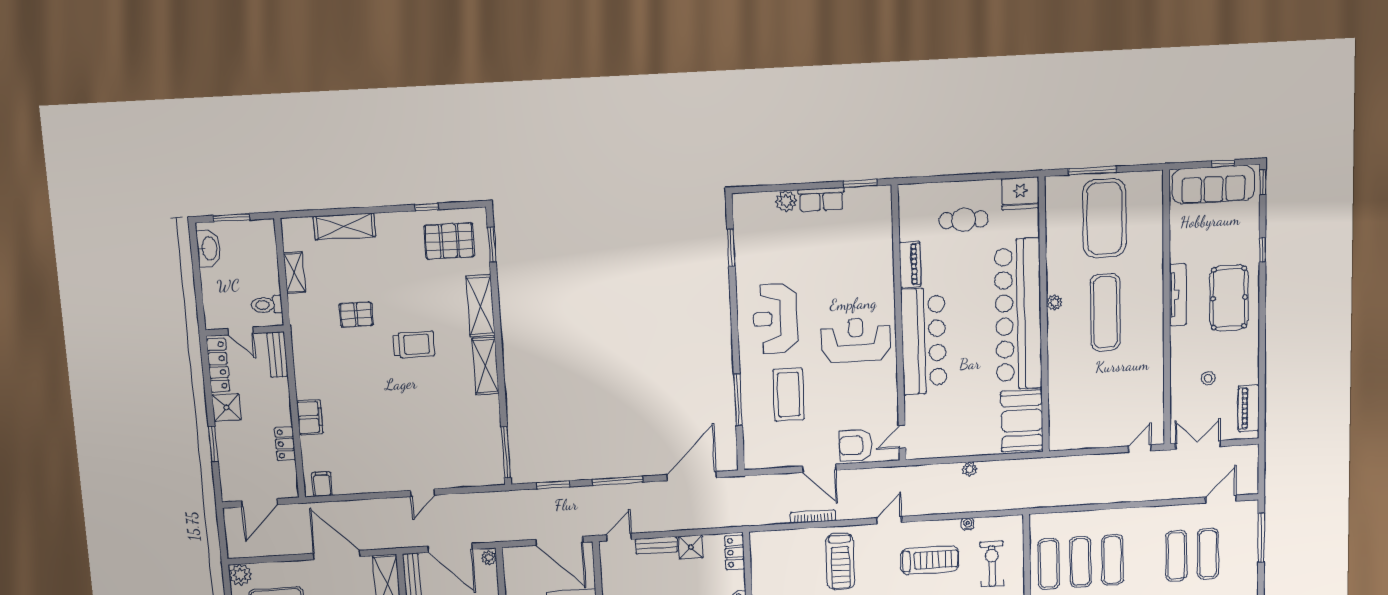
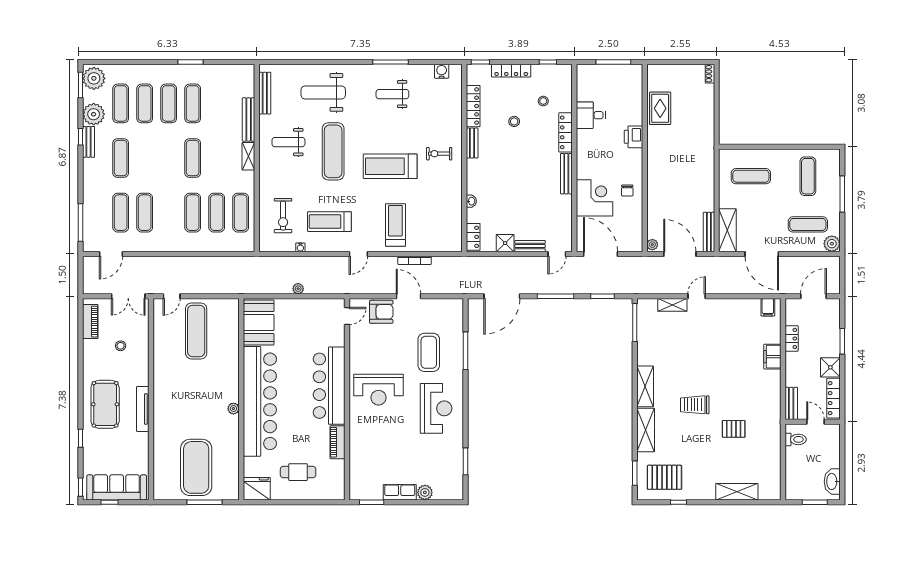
shelving: (294, 273) -> (672, 305), moved, turned 90
exercise mat: (1105, 312) -> (196, 331), moved

